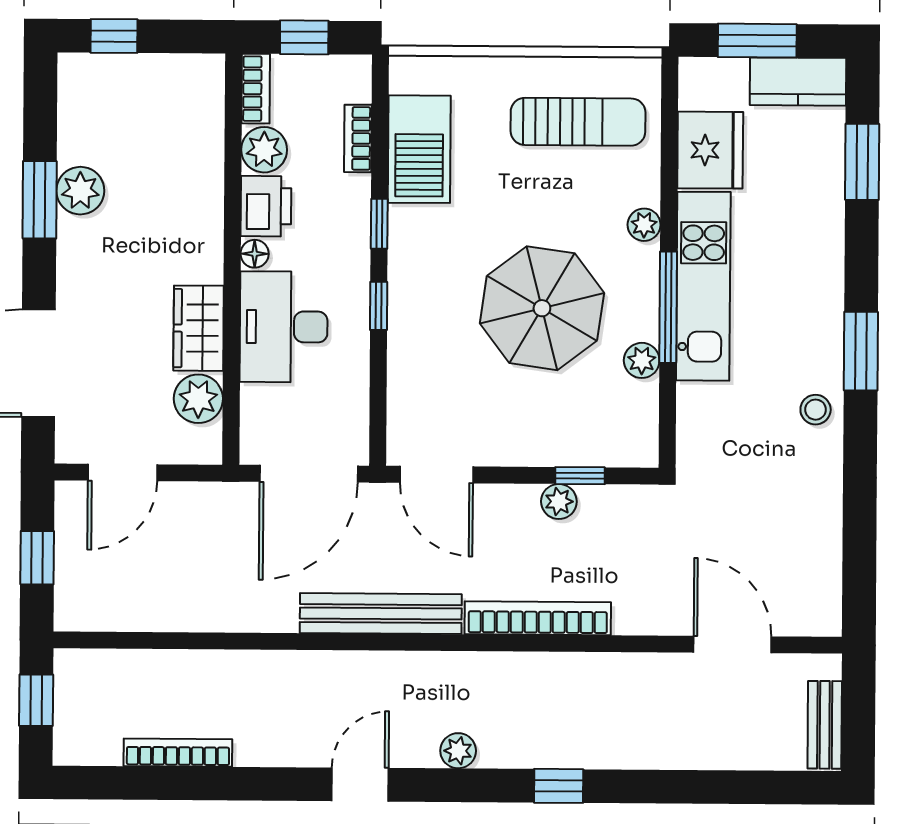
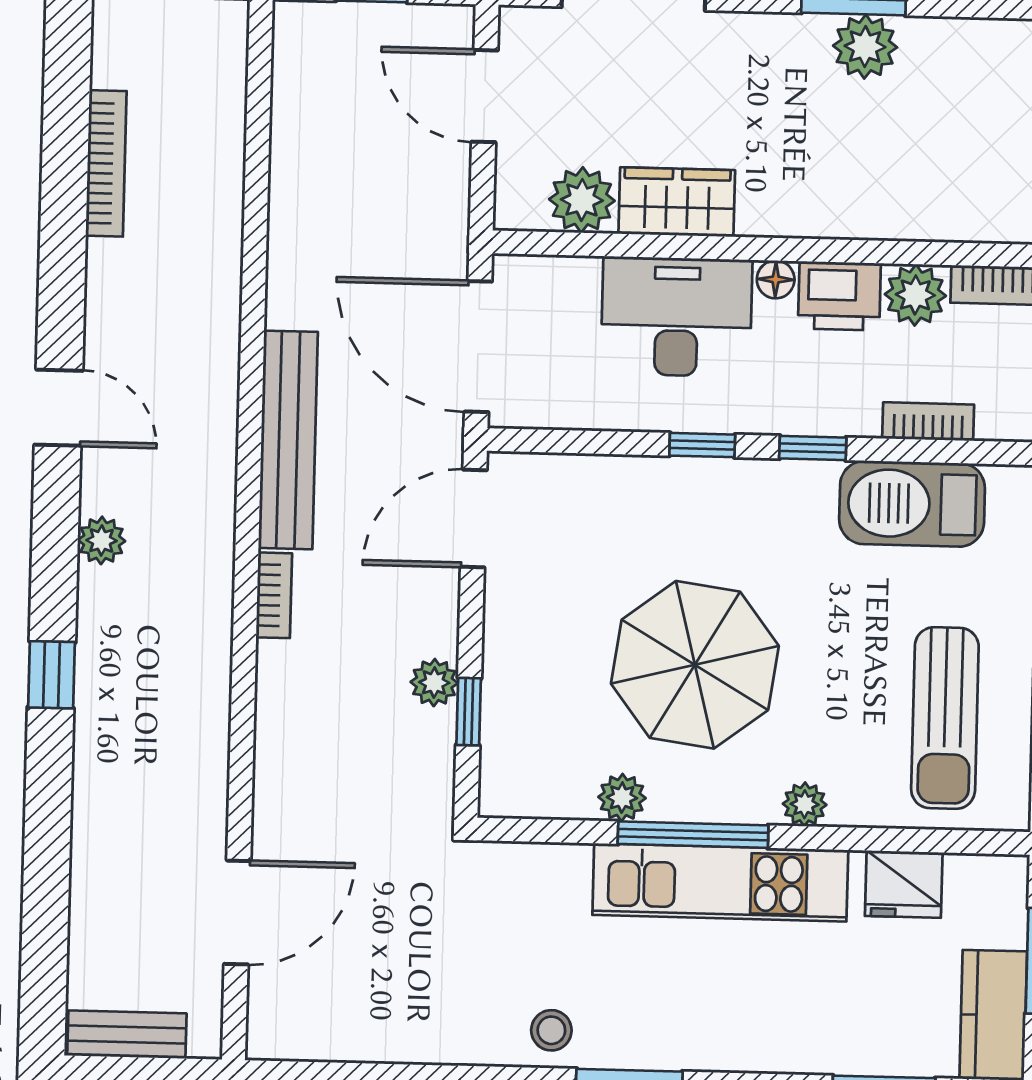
fridge: (710, 150) -> (904, 884), width x0.73, depth x0.75
bookcase: (538, 618) -> (274, 595), width x0.43, depth x0.76

